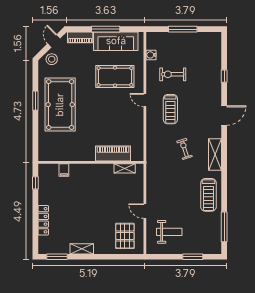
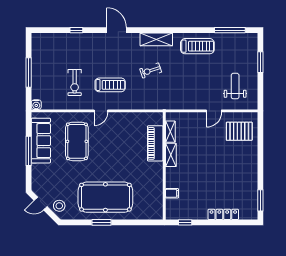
piano: (80, 37) -> (37, 177), removed
water cooler: (151, 55) -> (36, 105), moved
shelving: (82, 249) -> (171, 155), moved

